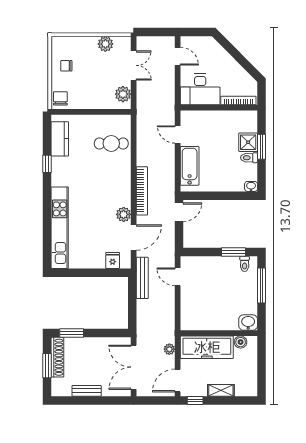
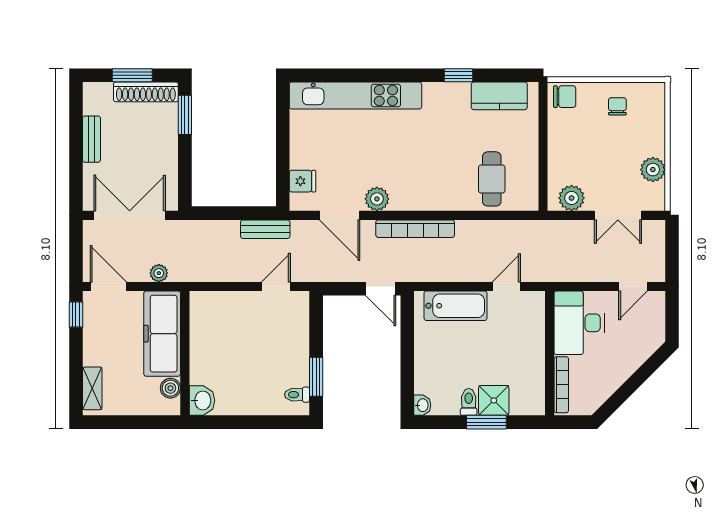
bench: (142, 278) -> (265, 229), width x0.73
window: (262, 285) -> (262, 422), removed
shelving: (221, 390) -> (92, 388), moved

